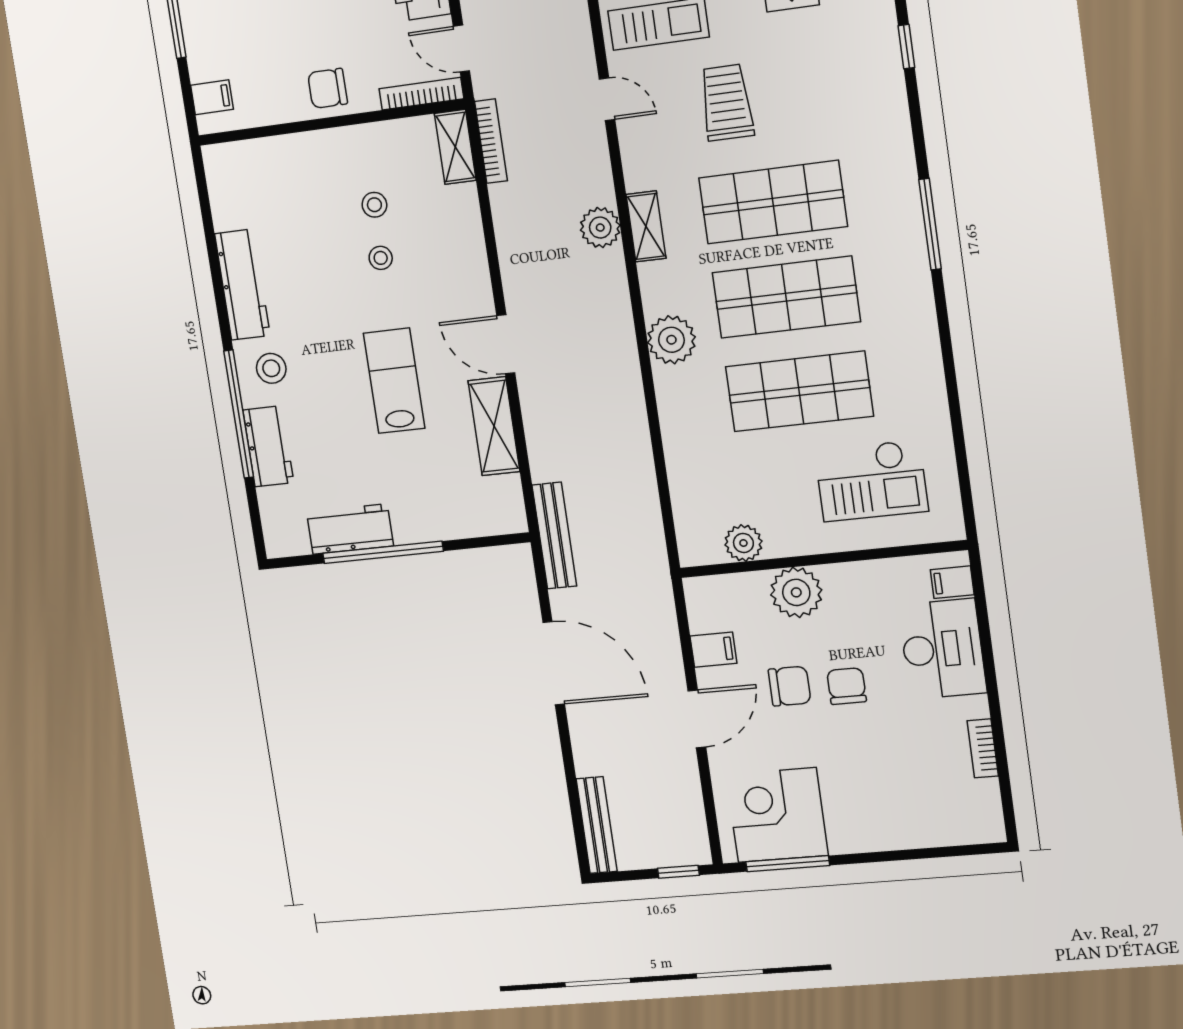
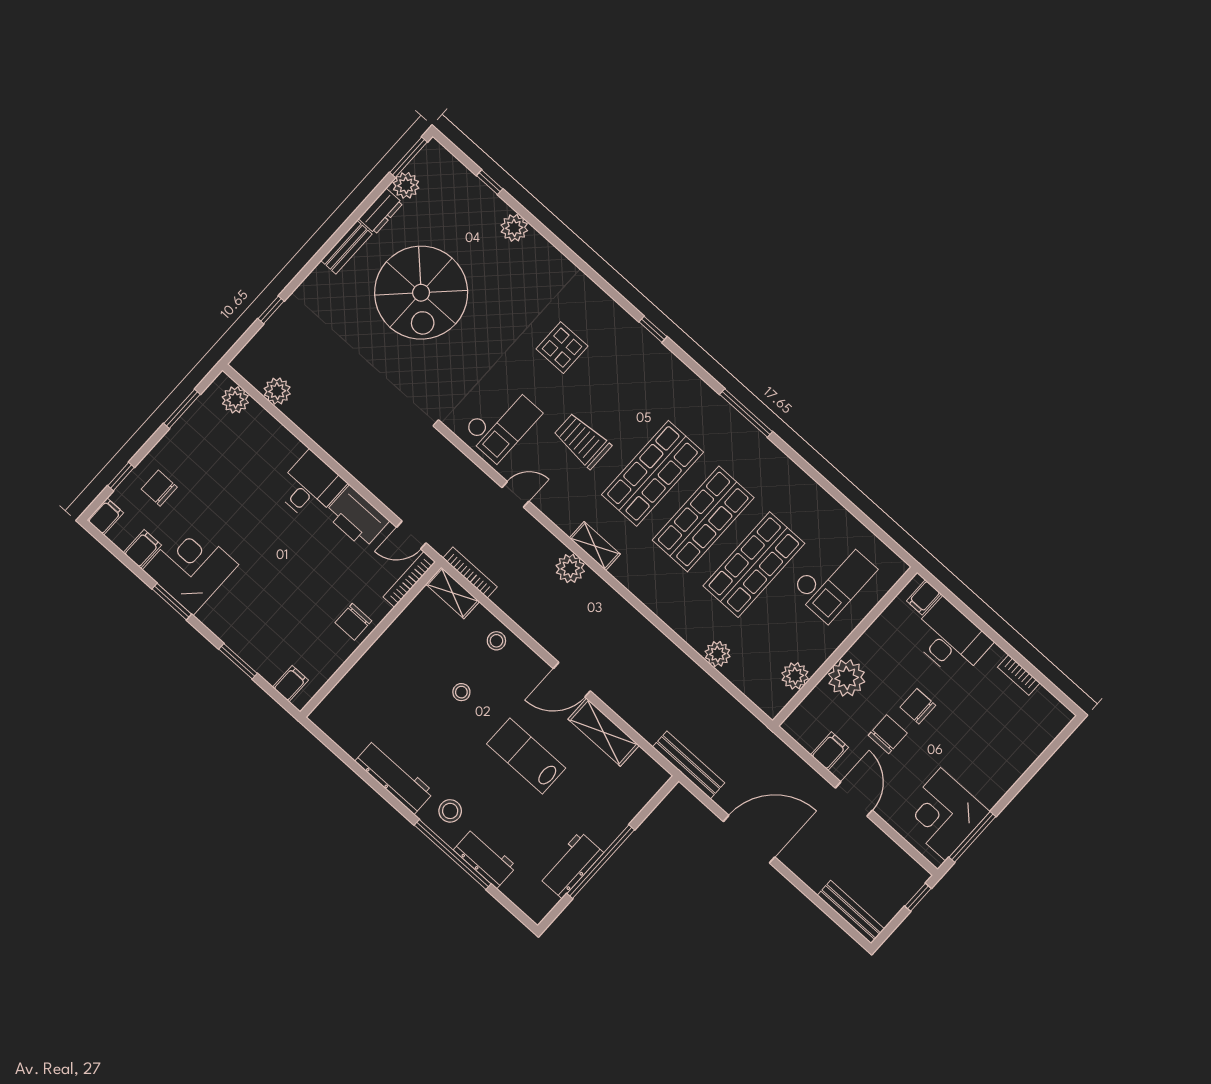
stool: (374, 205) -> (496, 641), moved
plant: (671, 340) -> (718, 654), moved, width x0.73, depth x0.73

